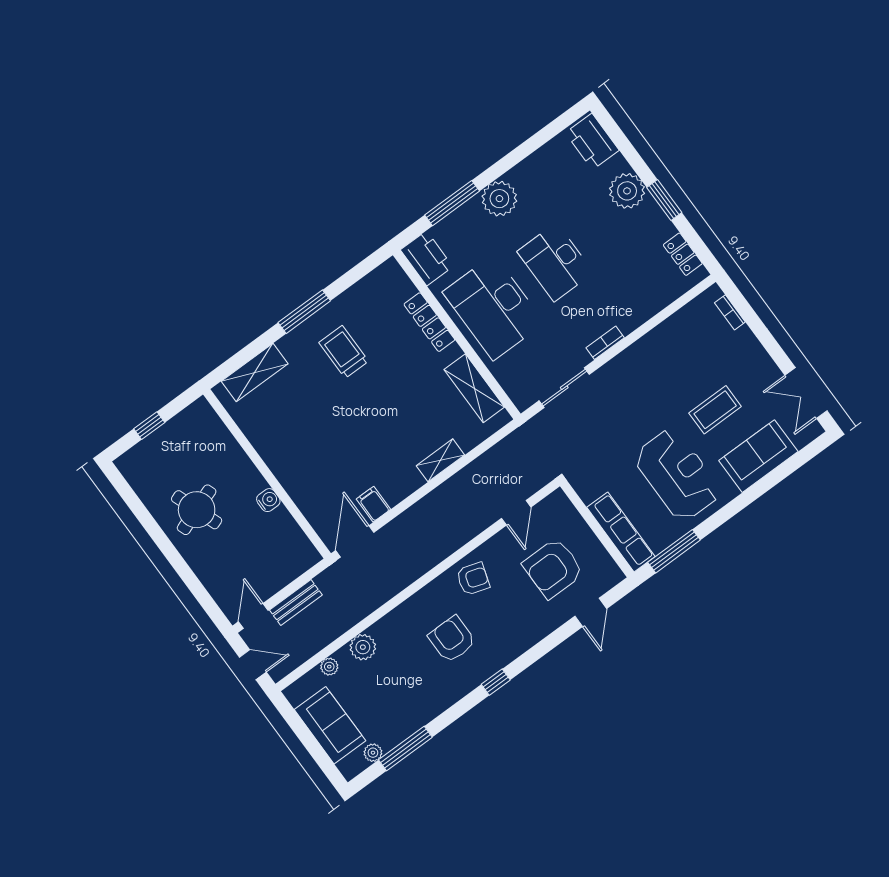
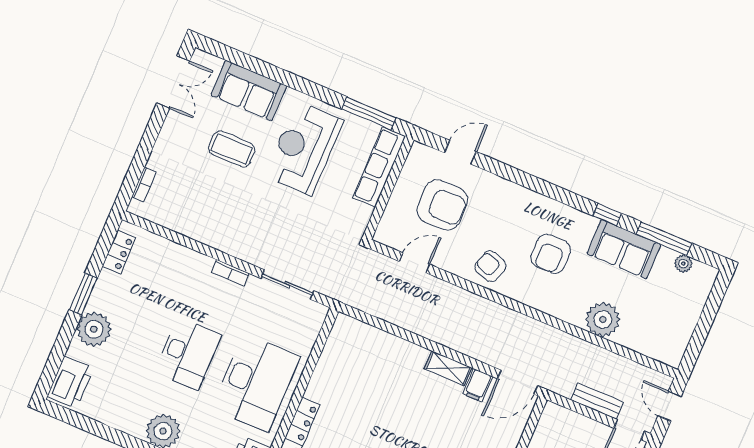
shelving: (474, 388) -> (332, 359), removed
shelving: (440, 460) -> (448, 368), moved
plant: (363, 647) -> (603, 319), width x1.36, depth x1.36
plant: (329, 667) -> (634, 342), removed
window: (496, 682) -> (607, 215), moved
sofa: (330, 725) -> (624, 249), moved, turned -90

